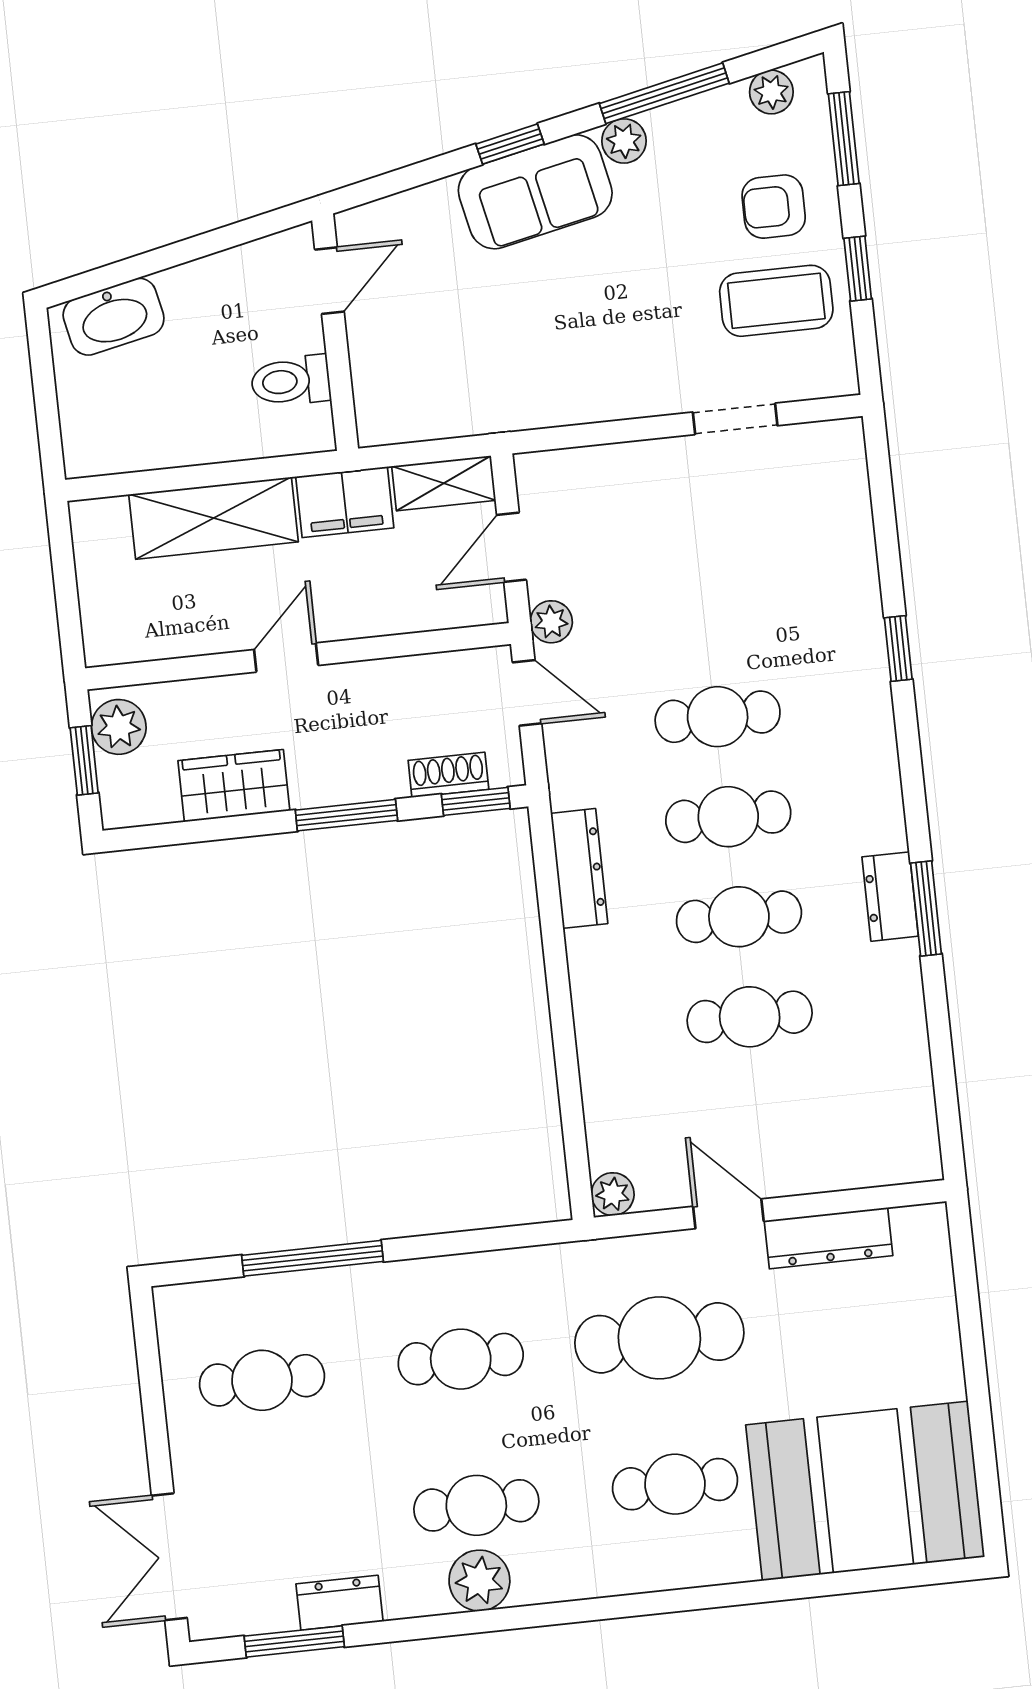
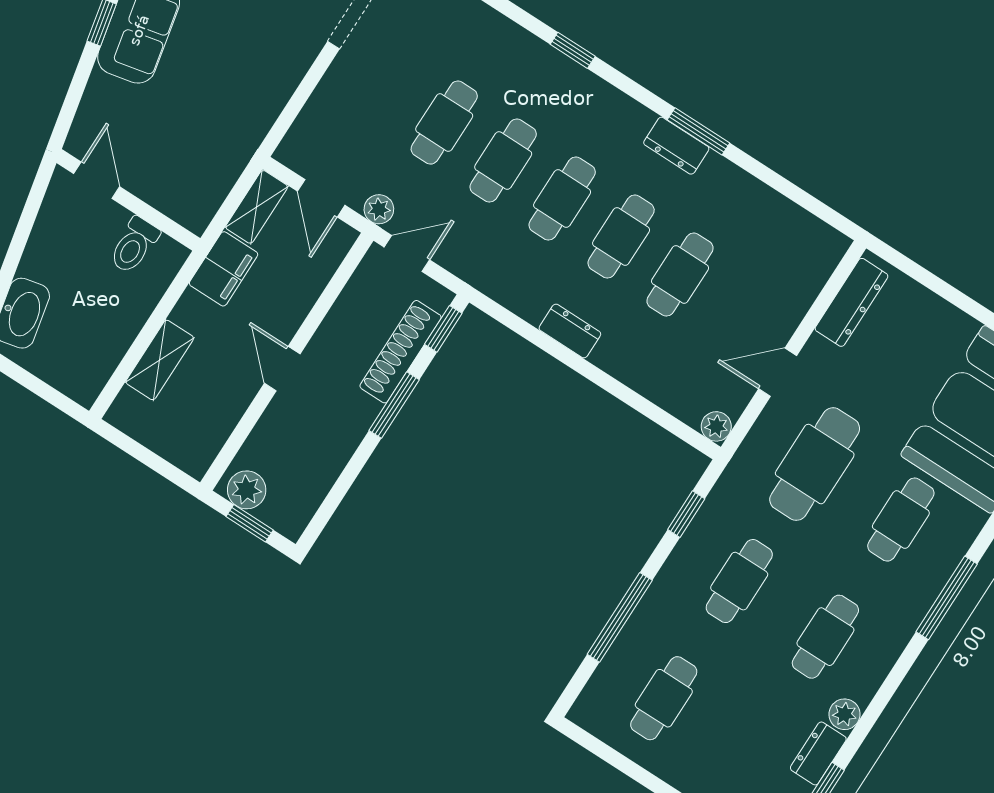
shelving: (213, 518) -> (160, 360), width x0.67, depth x0.75
cafe table: (707, 617) -> (444, 123), added
window: (898, 649) -> (573, 50), moved
shoe rack: (448, 775) -> (401, 352), width x1.94, depth x1.24
wardrobe: (234, 786) -> (329, 453), removed
dresser: (579, 868) -> (570, 331), moved, width x0.70
dresser: (828, 1238) -> (852, 302), moved
window: (488, 1240) -> (686, 514), added
plant: (479, 1581) -> (845, 714), moved, width x0.73, depth x0.73
window: (629, 1606) -> (947, 598), added

